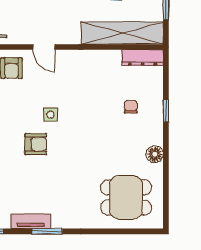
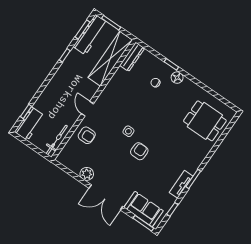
door: (44, 47) -> (87, 109), swing flipped
floor lamp: (155, 154) -> (177, 78), moved
dining table: (126, 197) -> (205, 121), turned 90

